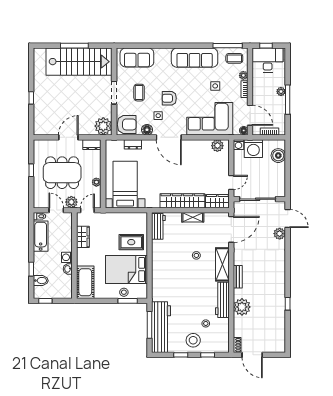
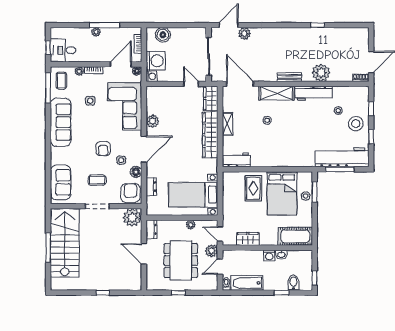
desk: (268, 60) -> (63, 50), width x0.73
plant: (217, 146) -> (152, 121), moved

